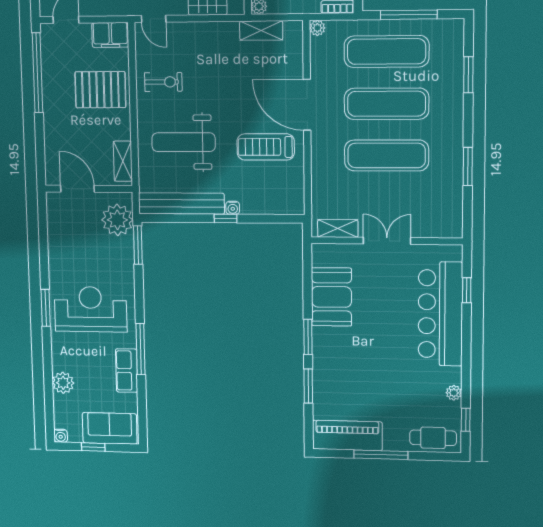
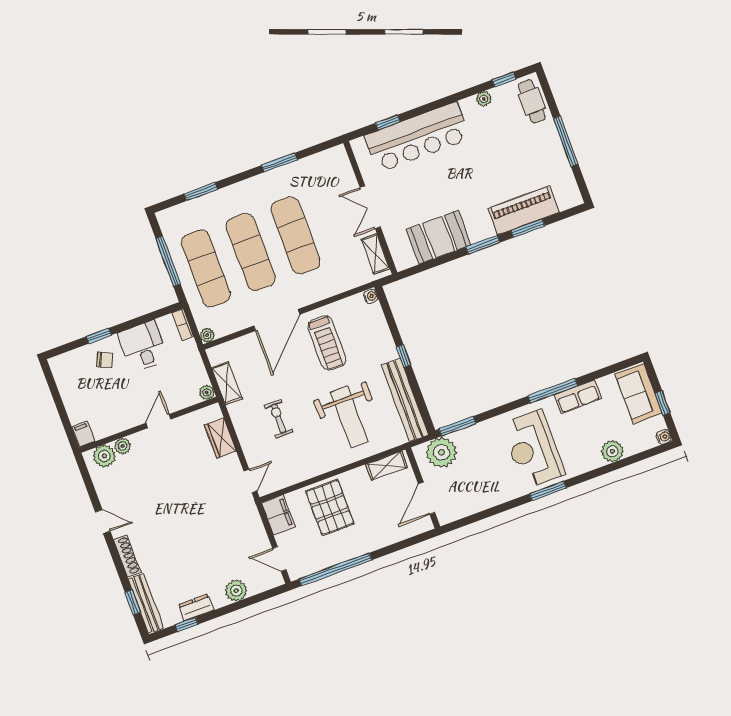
exercise bike: (163, 82) -> (278, 419), moved
water cooler: (233, 208) -> (371, 296), moved
piano: (347, 435) -> (523, 210), moved, turned 90

